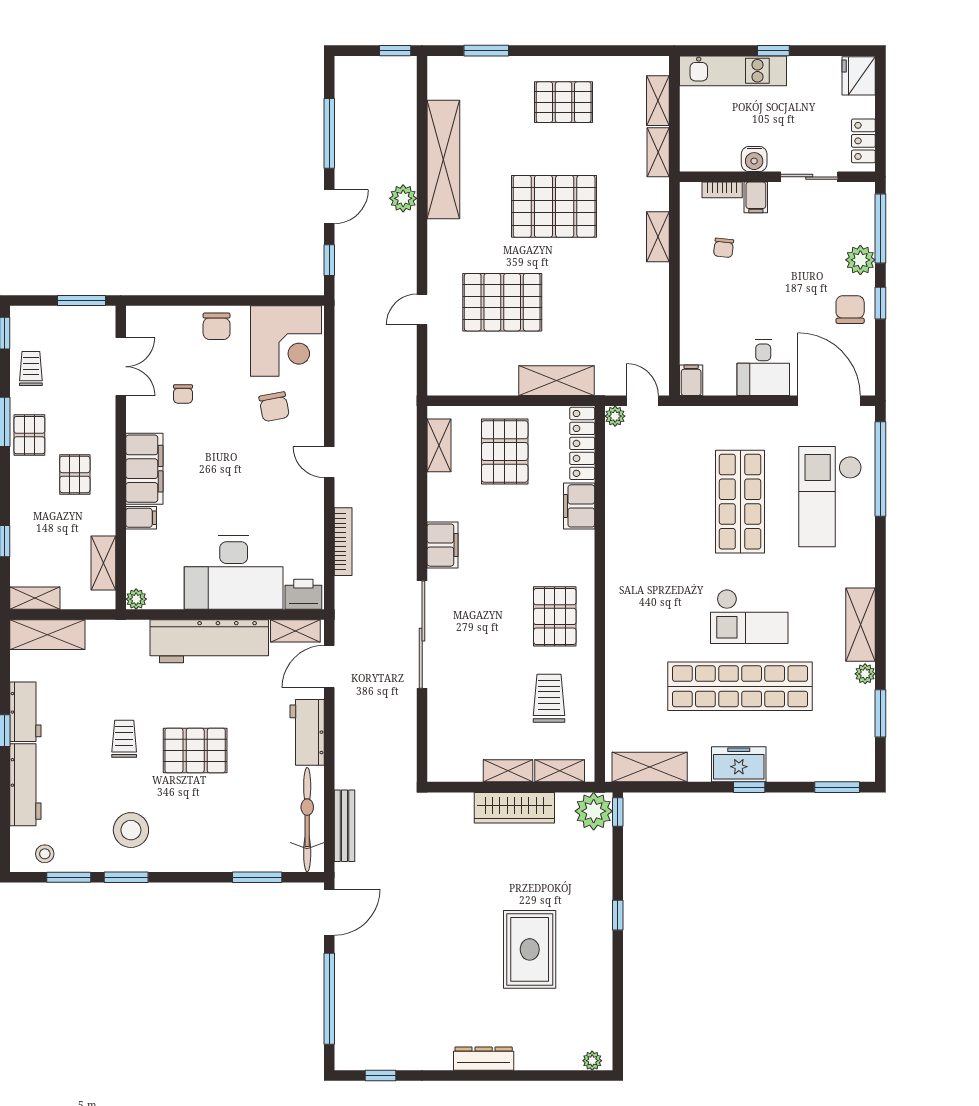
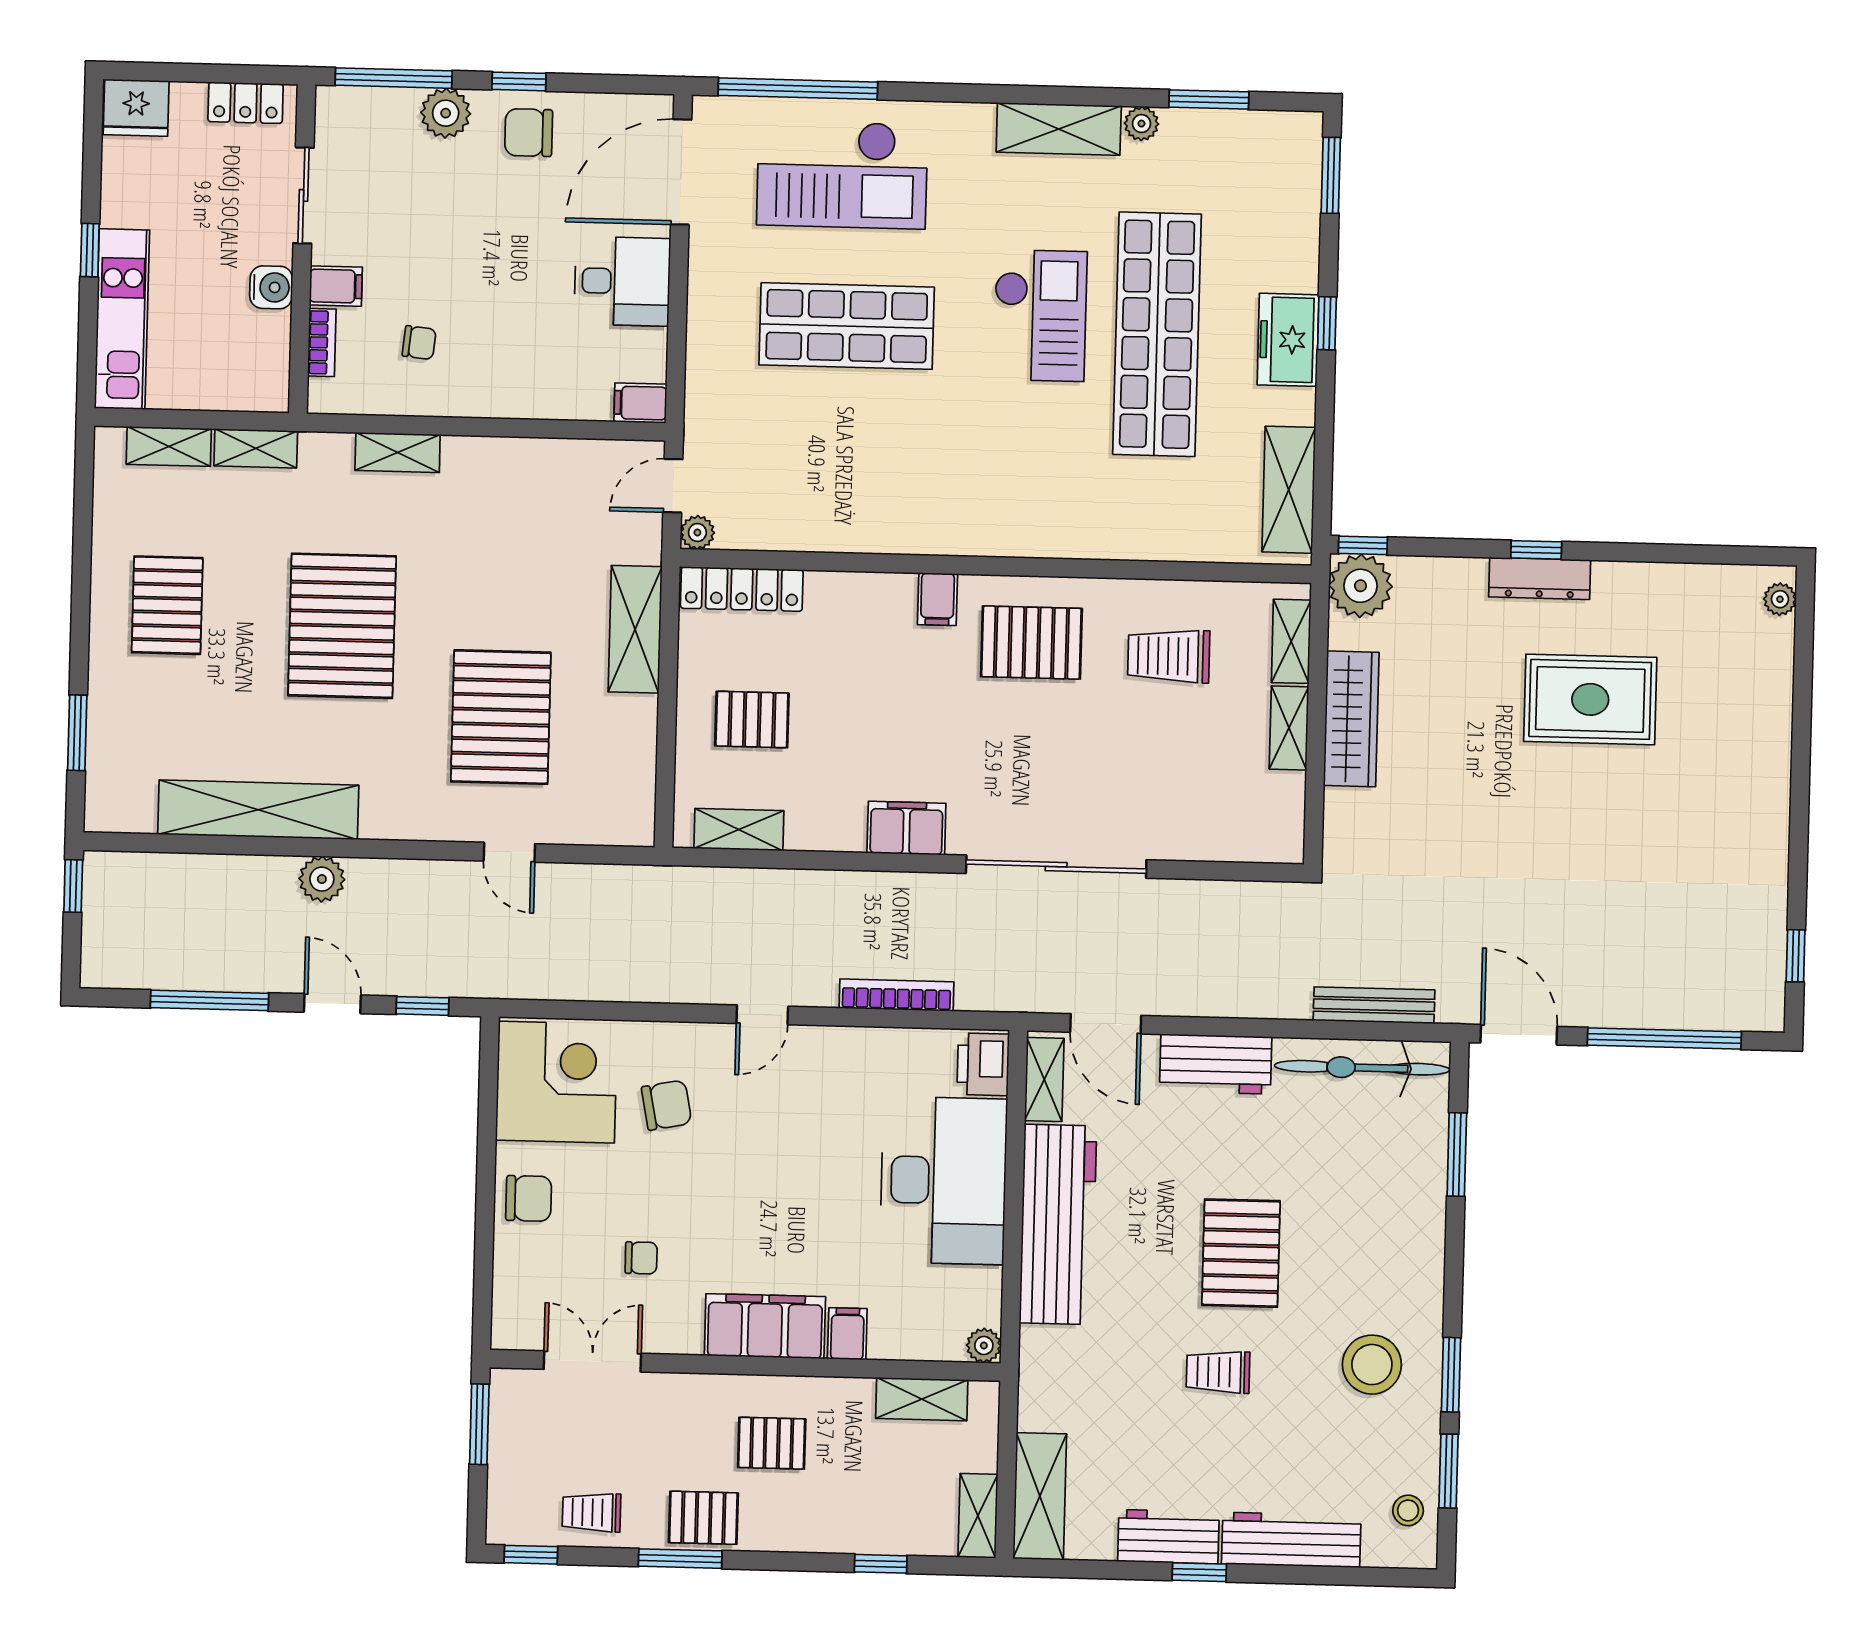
pallet: (505, 451) -> (752, 719), width x0.67, depth x0.71
filing cabinet: (579, 506) -> (938, 599), moved, width x0.50
dresser: (484, 1059) -> (1540, 578), moved, turned -90

